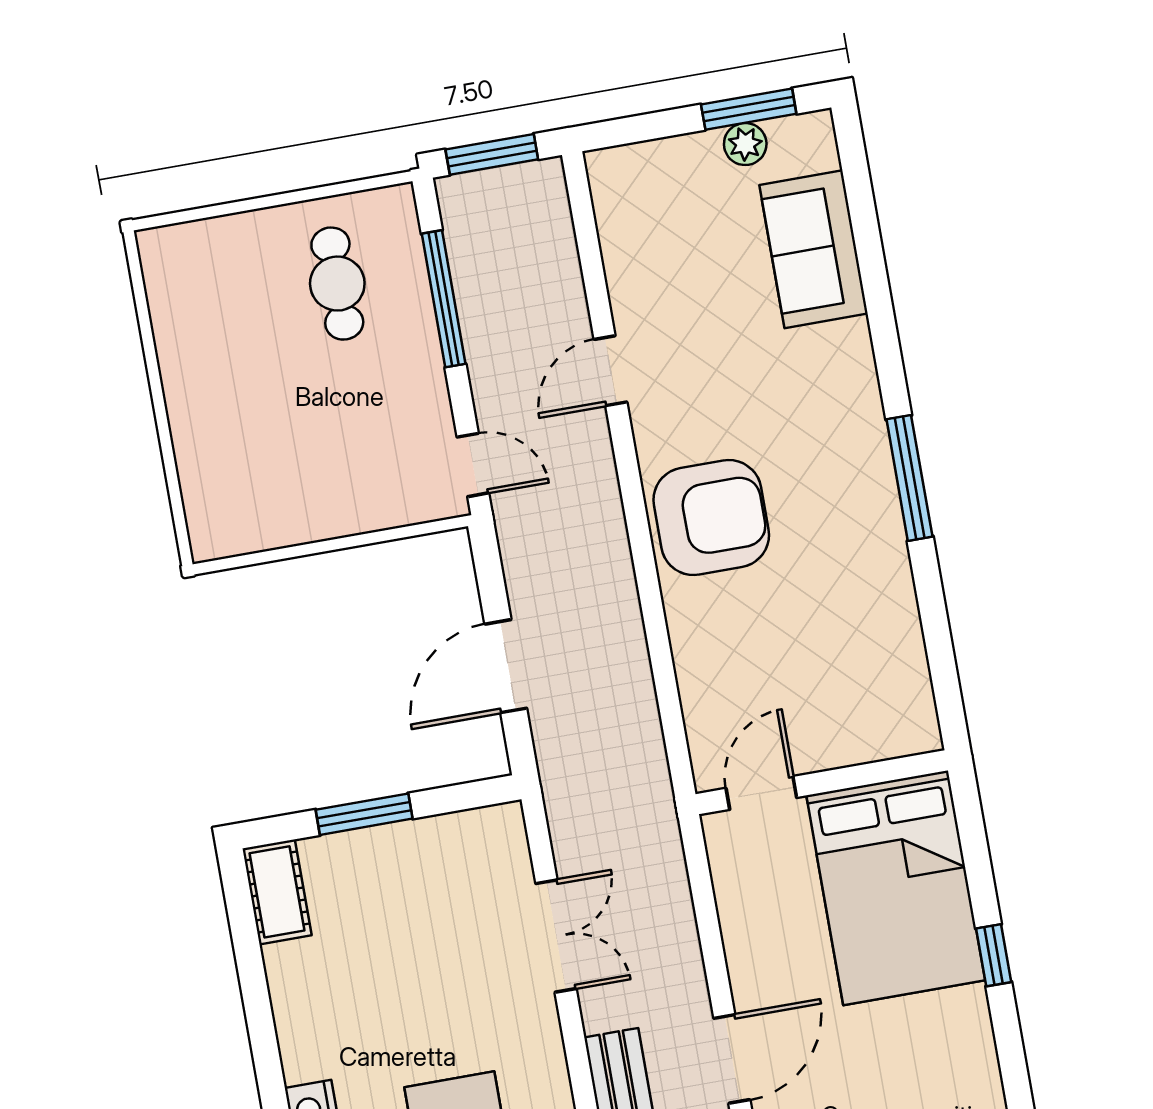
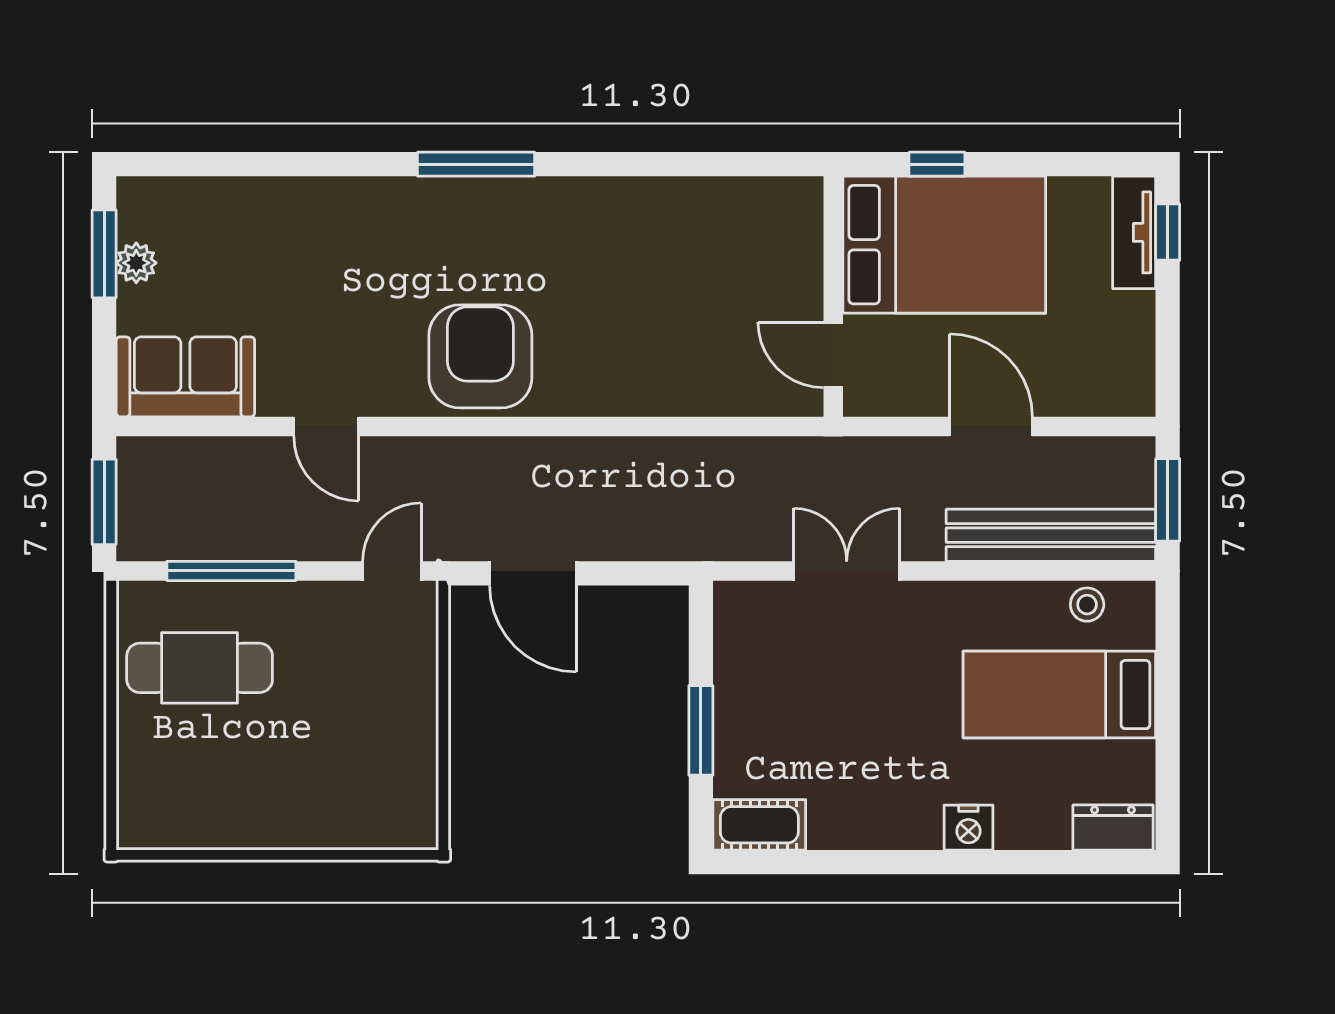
sofa: (814, 249) -> (185, 377), moved, turned 180
cafe table: (337, 284) -> (200, 668), width x1.37, depth x1.35
door: (506, 666) -> (533, 573), moved
wall: (822, 782) -> (833, 297), moved
door: (761, 793) -> (833, 355), moved
bed: (896, 888) -> (944, 245), moved

